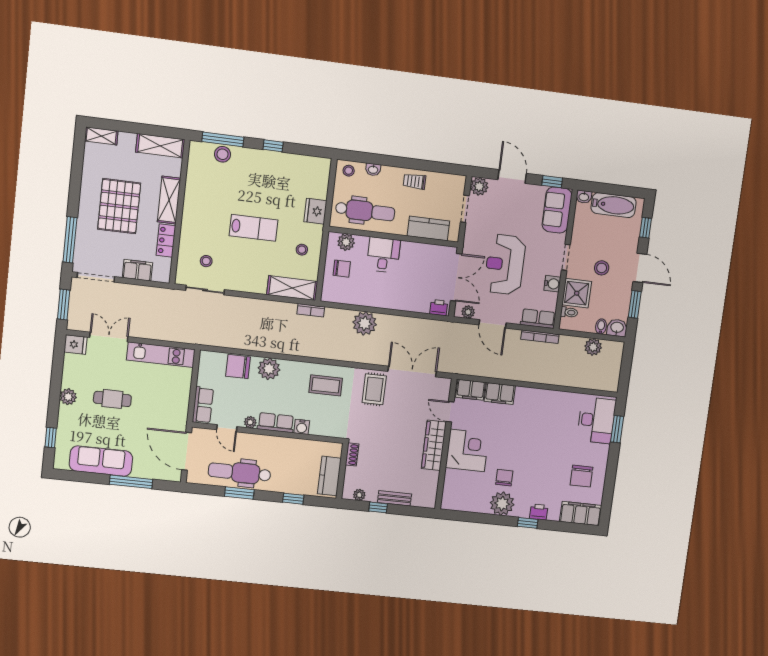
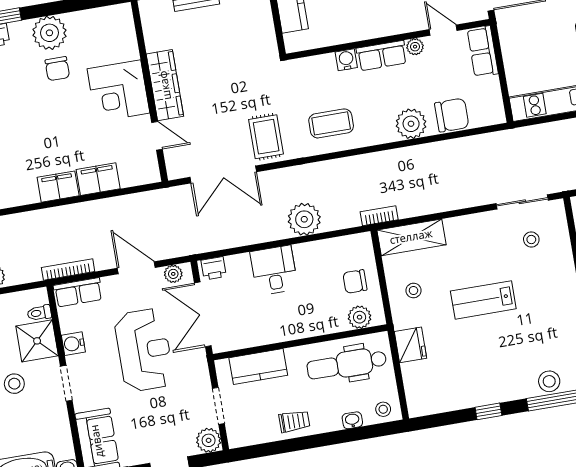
desk: (383, 255) -> (274, 270), moved, turned 180
filing cabinet: (471, 390) -> (58, 187), moved
shoe rack: (352, 454) -> (270, 42), removed

